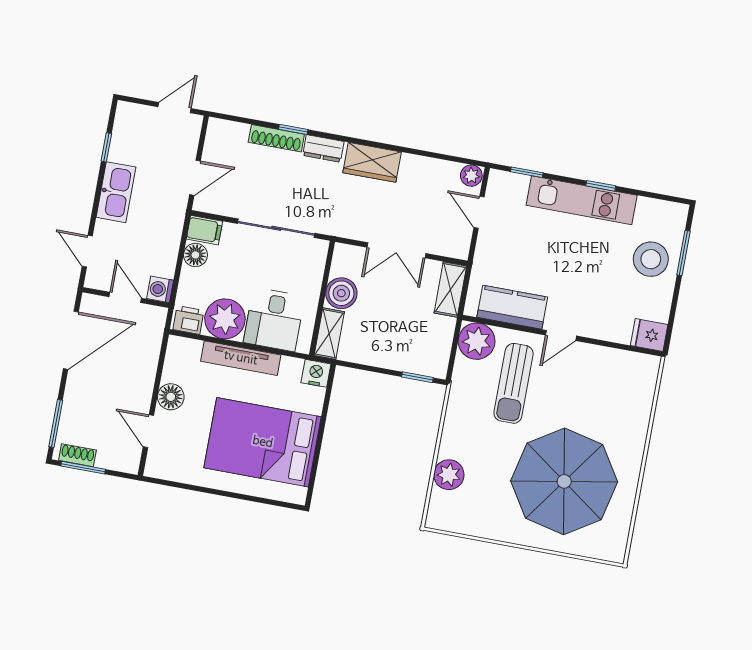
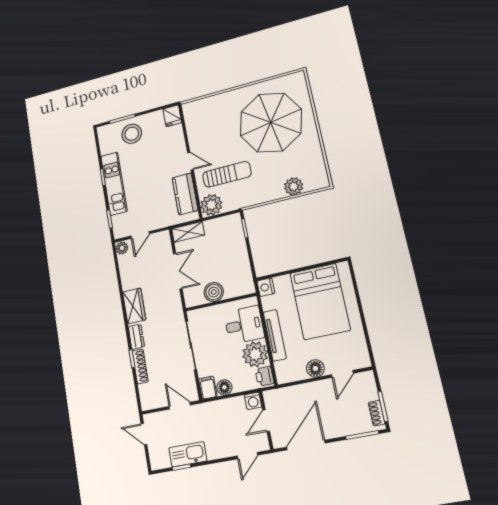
kitchen sink: (116, 192) -> (188, 454), moved
shelving: (329, 334) -> (240, 289), removed
door: (71, 340) -> (306, 445), hinge flipped

